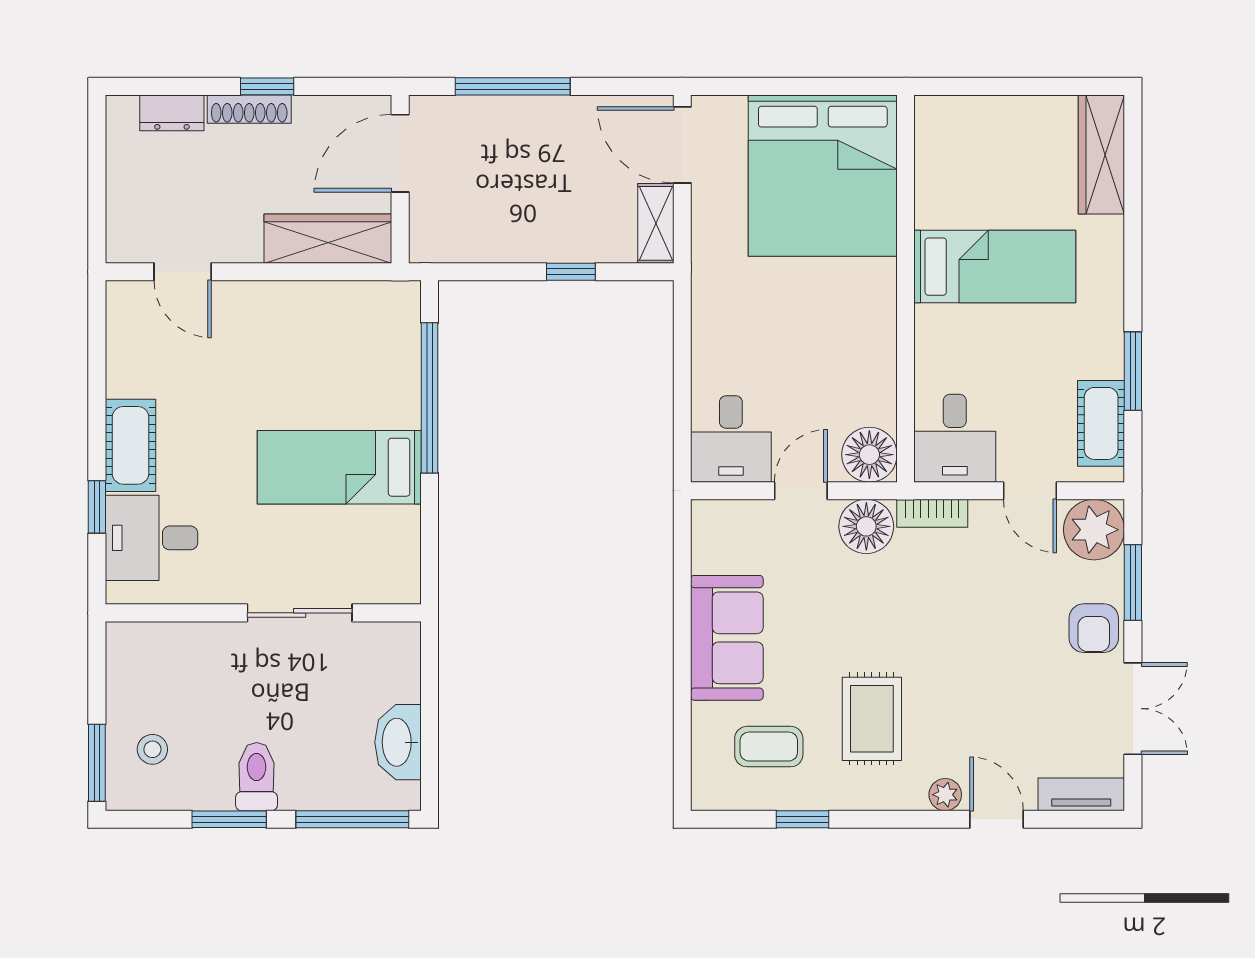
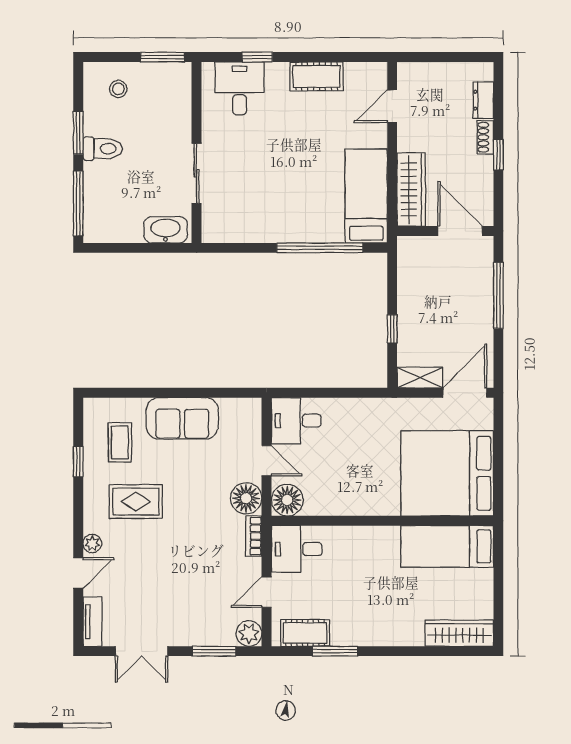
shoe rack: (249, 109) -> (485, 137), width x0.70
bed: (995, 267) -> (447, 546), moved, turned 90
cot: (130, 445) -> (317, 76), moved
bed: (339, 467) -> (366, 196), moved
plant: (1094, 530) -> (249, 634), width x0.73, depth x0.73
armchair: (1094, 628) -> (188, 629), removed
washbasin: (398, 742) -> (166, 230), moved
window: (97, 763) -> (163, 57), moved

